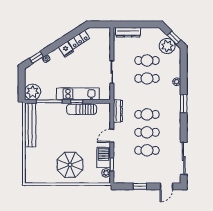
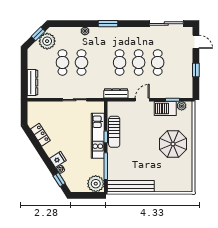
fridge: (66, 49) -> (58, 159), moved
door: (112, 136) -> (142, 100), swing flipped

